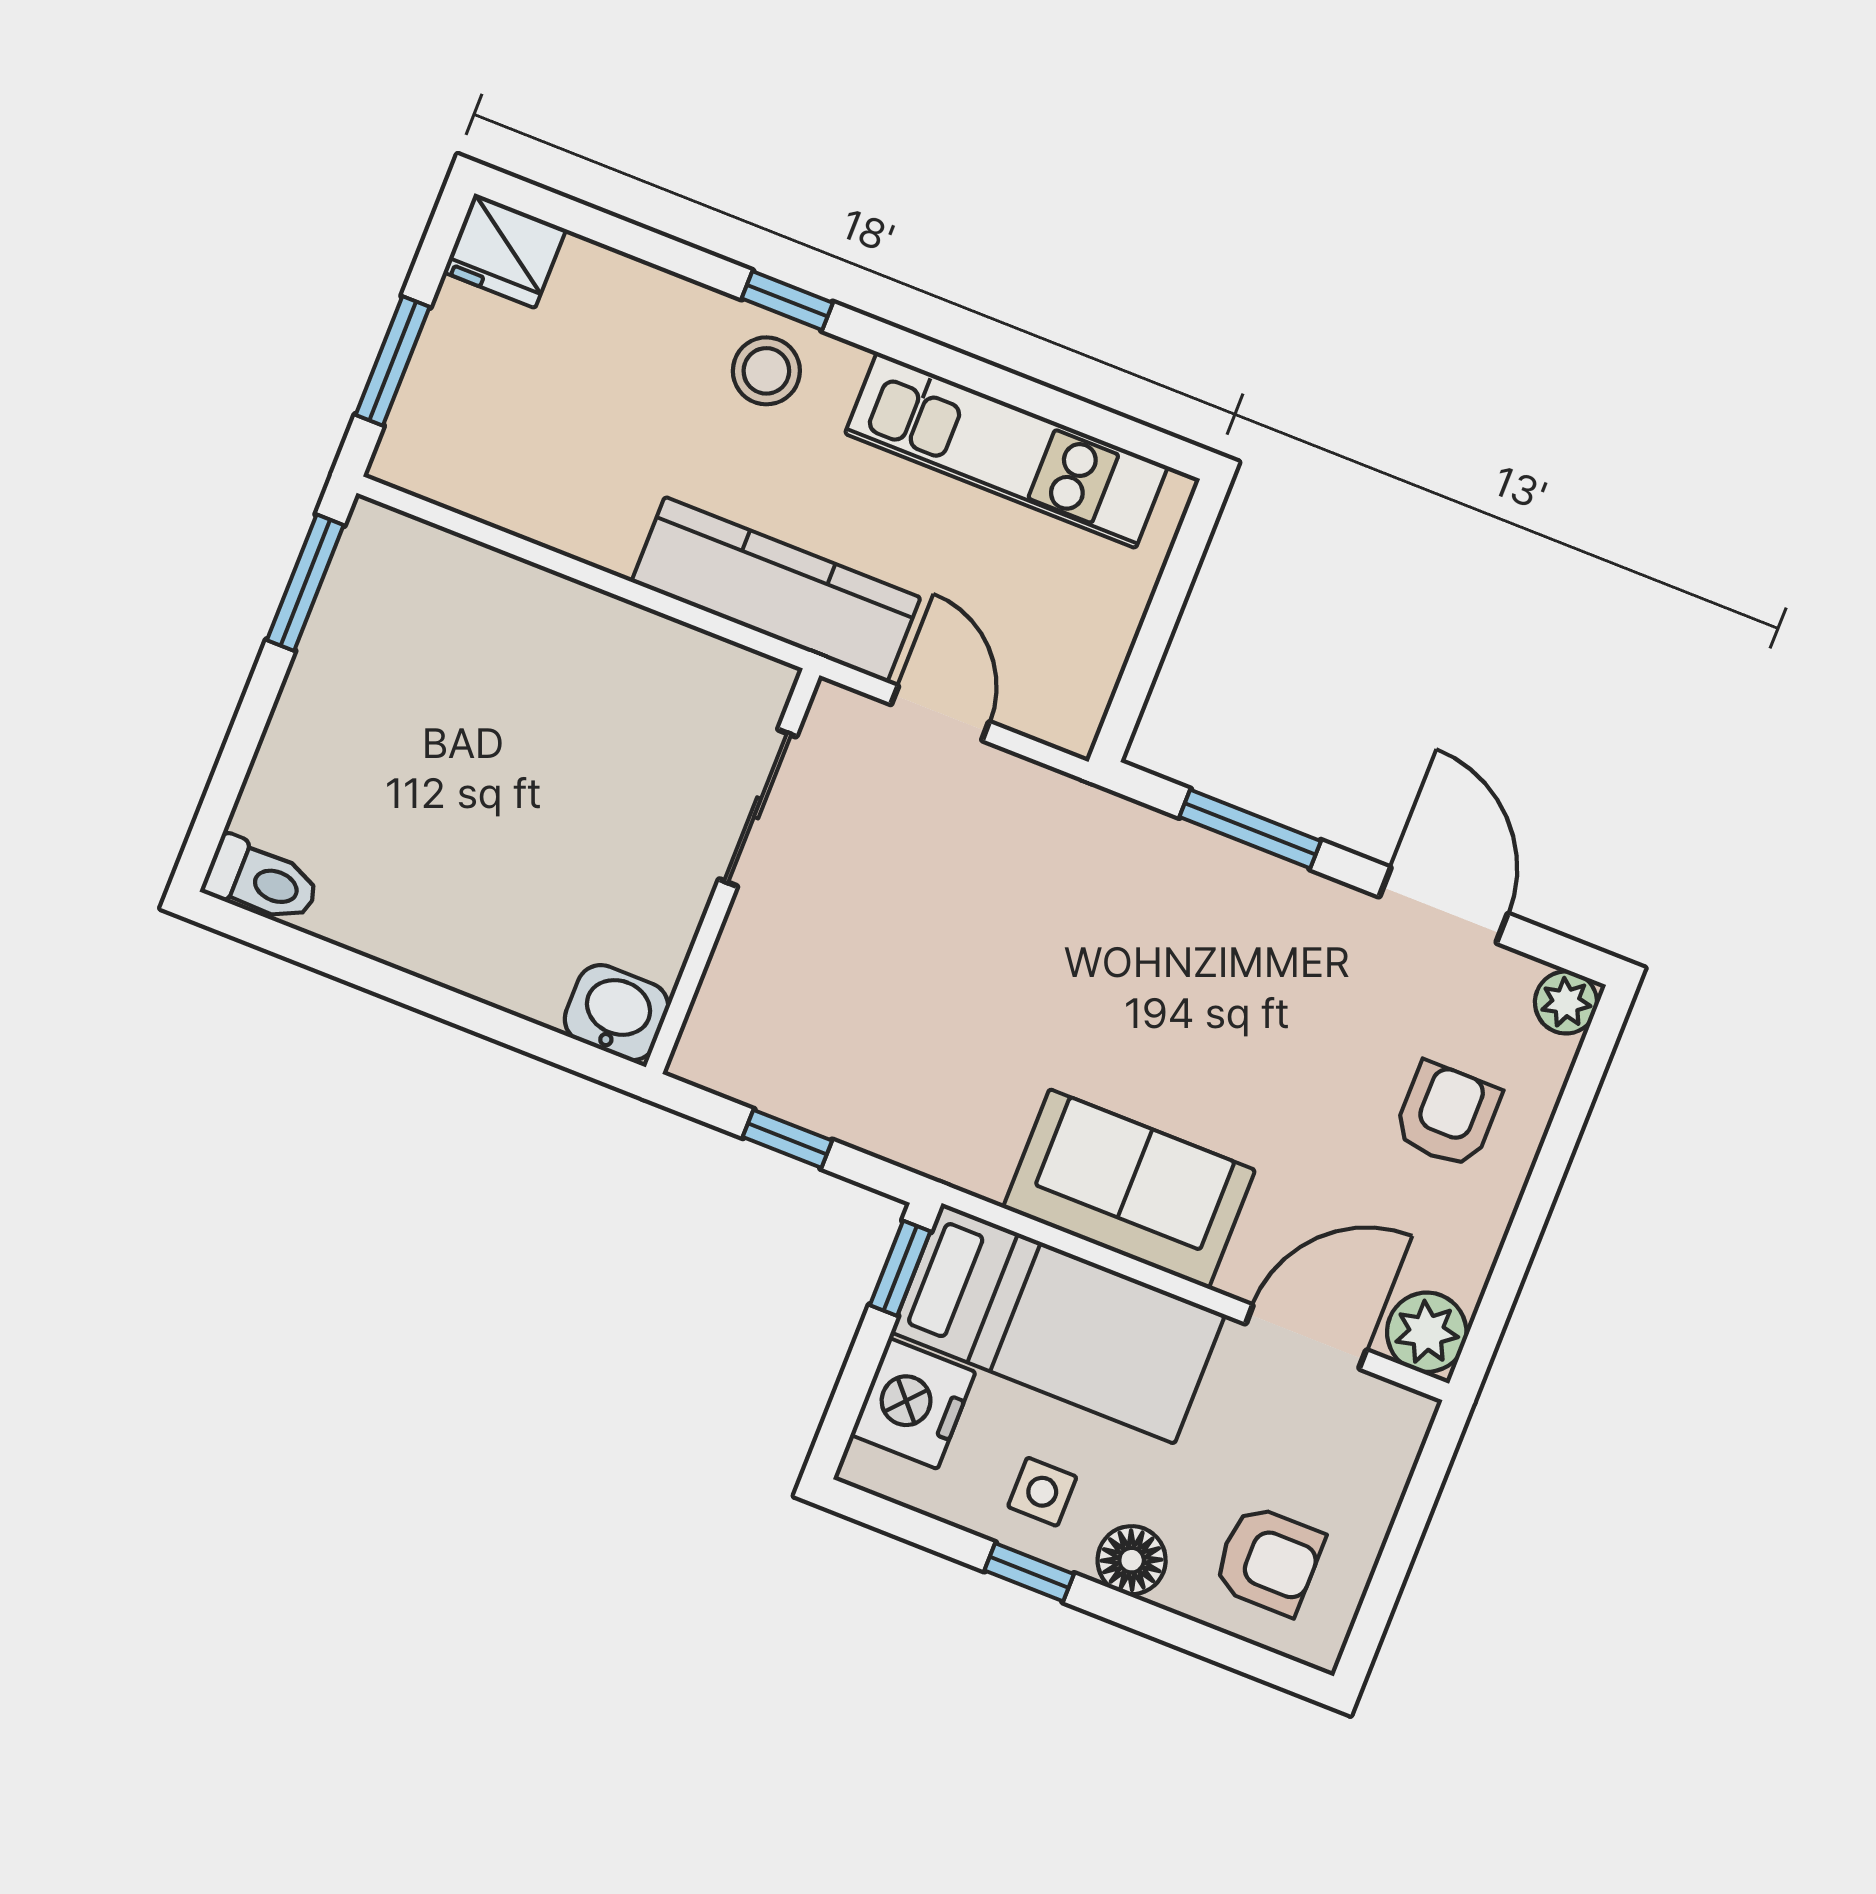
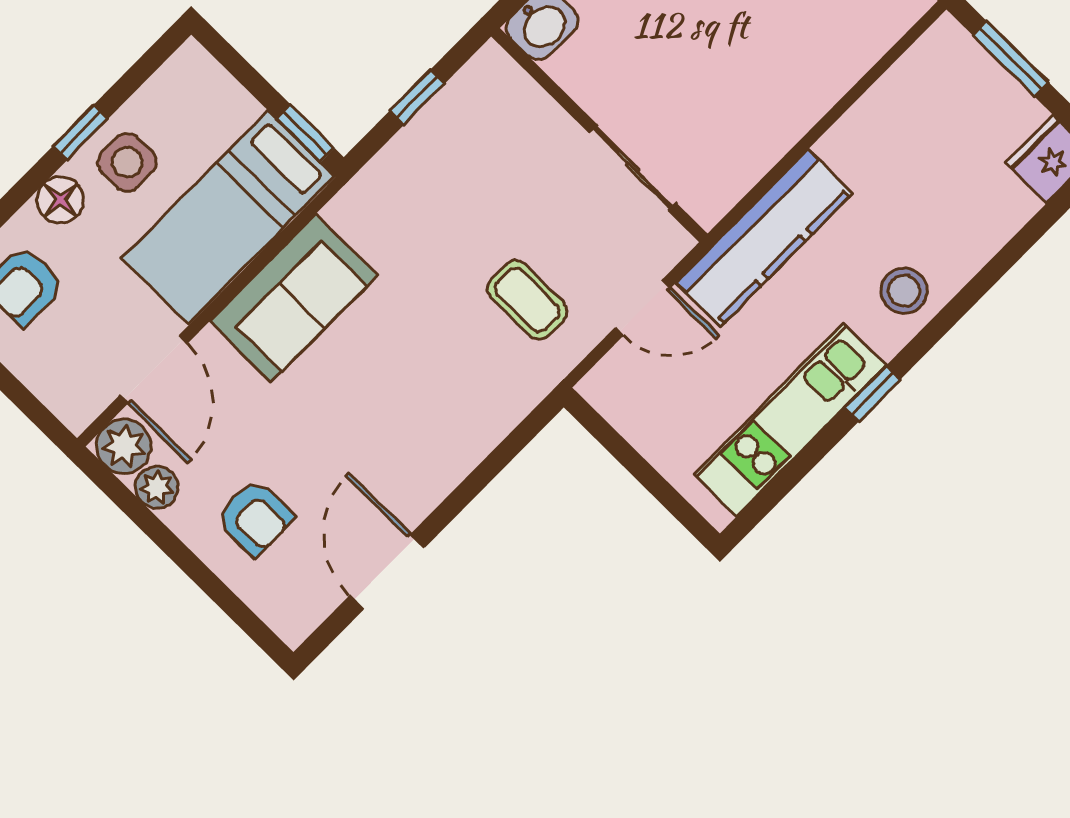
window: (787, 301) -> (872, 394), moved
window: (1250, 829) -> (487, 471), removed
coffee table: (997, 873) -> (527, 300), added
door: (1444, 905) -> (387, 572), swing flipped
plant: (1566, 1002) -> (157, 487), moved
nightstand: (913, 1403) -> (217, 105), removed
side table: (1042, 1492) -> (127, 162), width x1.37, depth x1.37

